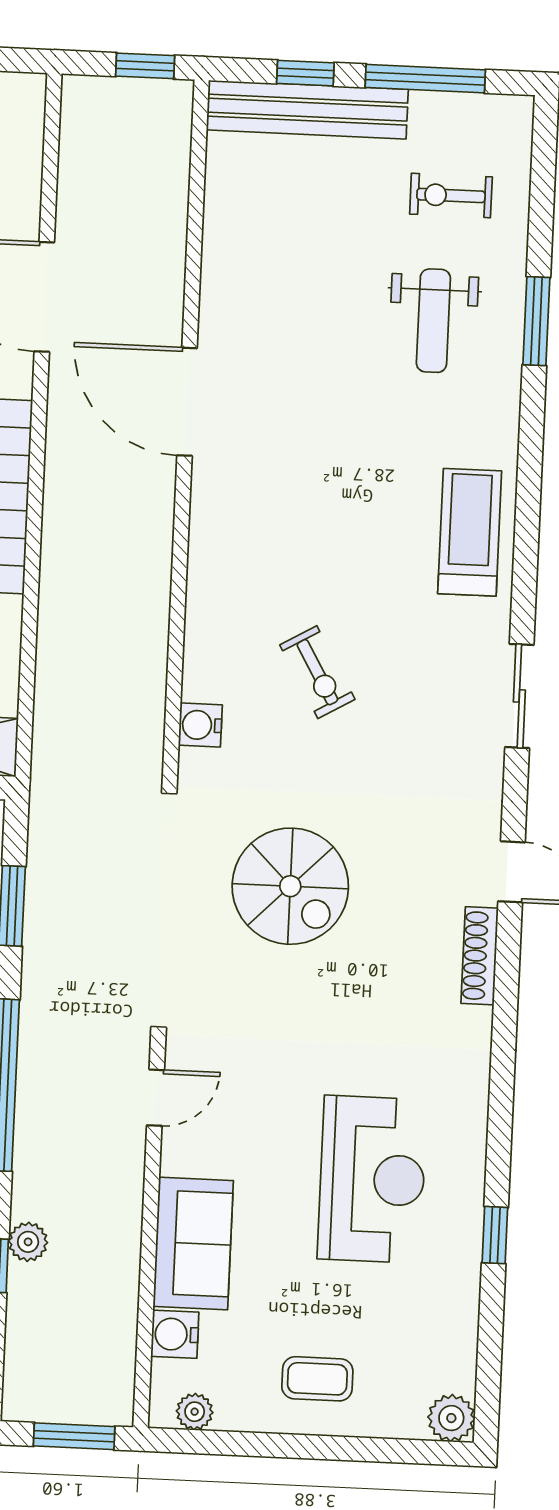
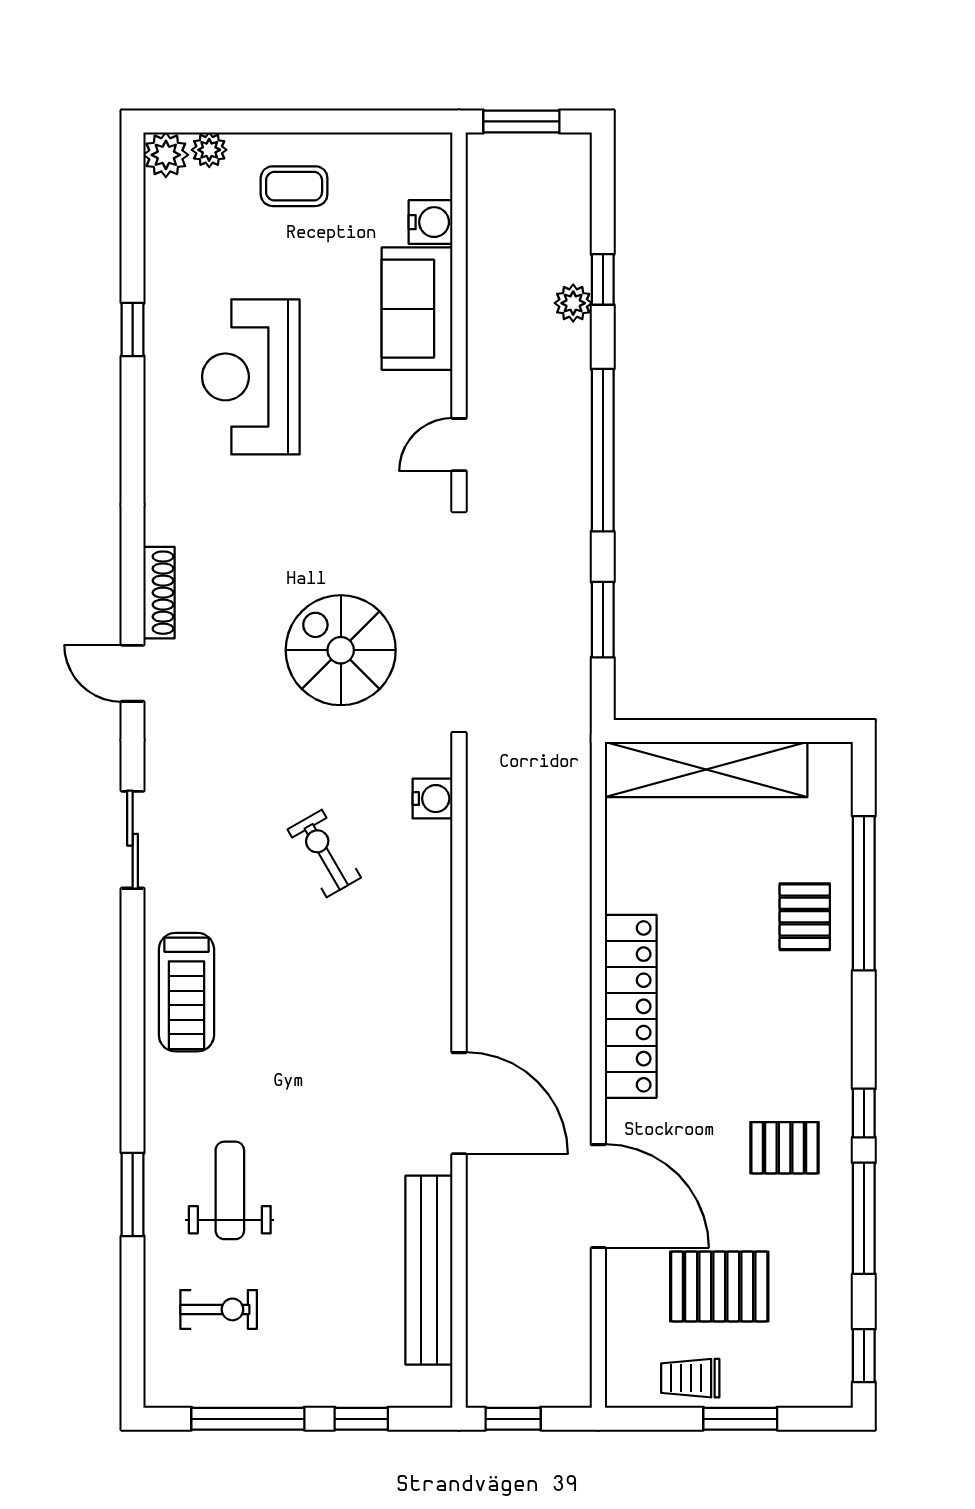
bench: (307, 110) -> (429, 1270), moved, turned 90
plant: (195, 1412) -> (209, 150), moved

